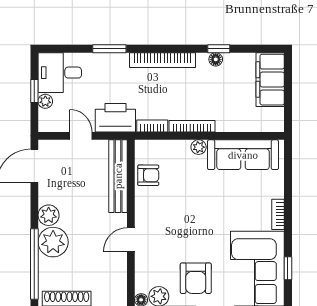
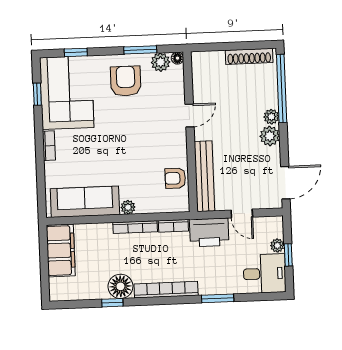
floor lamp: (216, 59) -> (120, 286), width x1.89, depth x1.89
filing cabinet: (270, 80) -> (61, 250), moved
plant: (53, 242) -> (271, 117), width x0.53, depth x0.53

